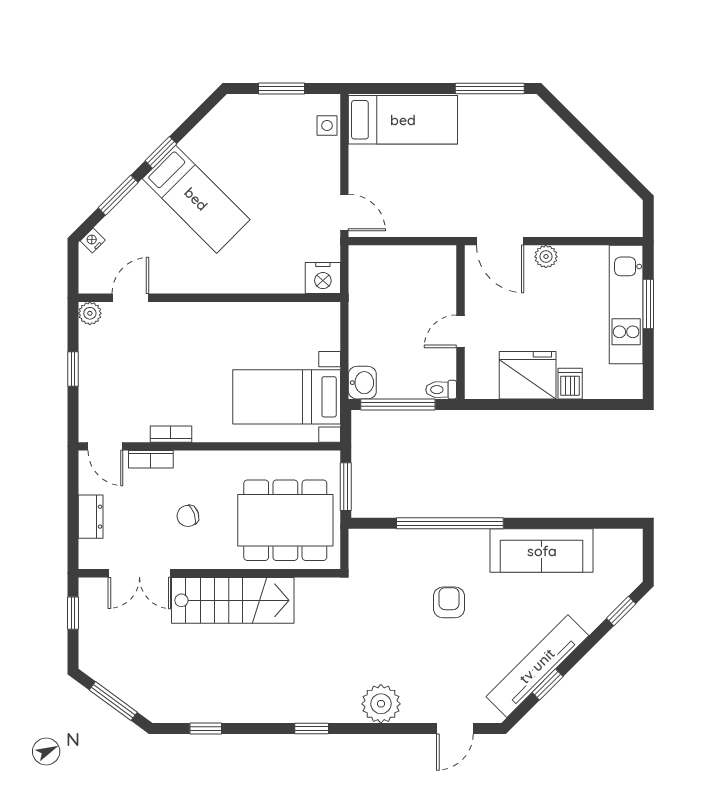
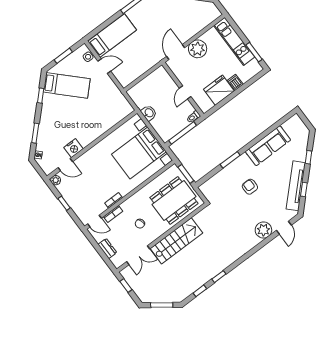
window: (161, 152) -> (41, 96), moved
bed: (196, 199) -> (67, 85), moved
door: (344, 213) -> (104, 66), moved
door: (500, 241) -> (176, 52), swing flipped
plant: (546, 257) -> (198, 49), width x1.88, depth x1.88
nightstand: (323, 278) -> (73, 148), moved
door: (130, 298) -> (65, 165), swing flipped
window: (648, 304) -> (254, 52), moved
washbasin: (362, 383) -> (149, 113), moved
bed with nightstands: (287, 397) -> (139, 153), width x1.36
window: (450, 523) -> (230, 160), width x0.47
window: (621, 611) -> (309, 157), moved
plant: (381, 704) -> (263, 230), moved
window: (312, 729) -> (219, 277), moved

